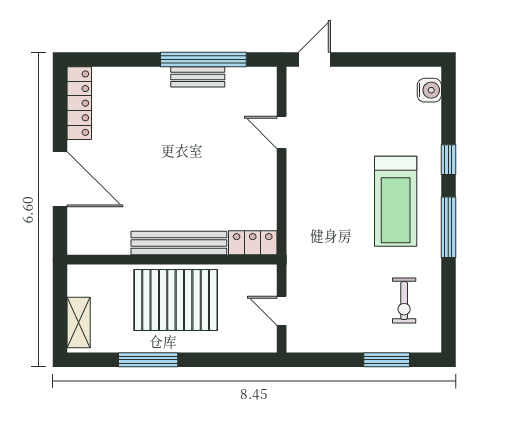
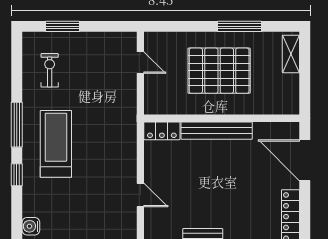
bench: (179, 243) -> (217, 131), moved
locker: (253, 243) -> (162, 131), moved
wall: (172, 260) -> (222, 118), moved

